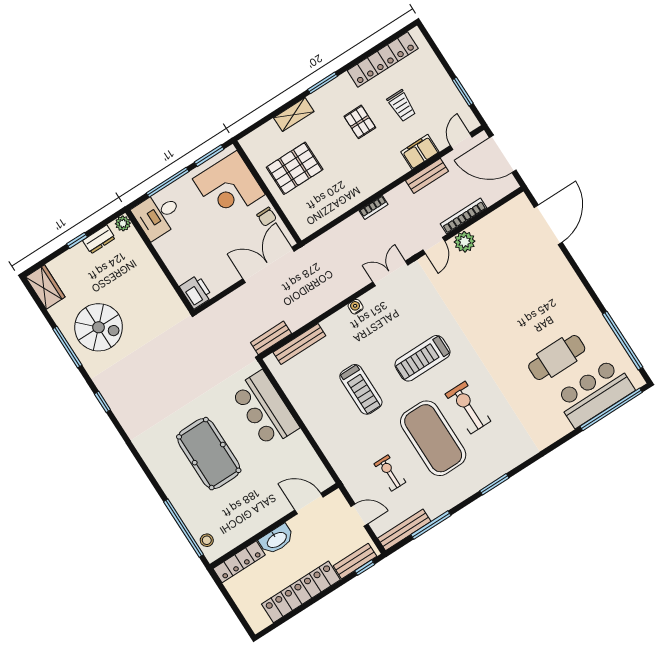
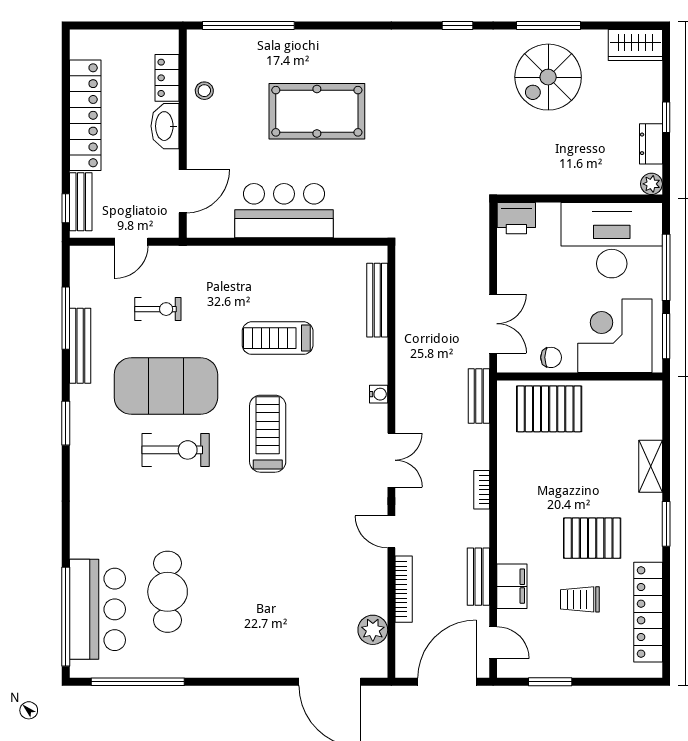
pallet: (360, 122) -> (592, 538), width x1.50, depth x1.42
pallet: (295, 168) -> (549, 409), moved, turned 90
desk: (158, 215) -> (612, 240), width x1.87, depth x1.30
chair: (267, 217) -> (551, 357), turned 180
plant: (465, 242) -> (373, 630), moved
double door: (269, 265) -> (493, 324), width x0.73
bench: (271, 338) -> (479, 396), moved
bar counter: (265, 409) -> (284, 211), moved
bench: (404, 530) -> (80, 346), moved
stool: (207, 540) -> (204, 91), moved
locker: (239, 562) -> (167, 78), width x0.66

